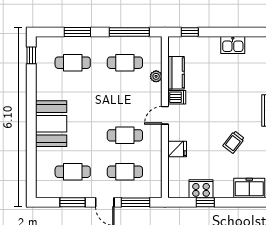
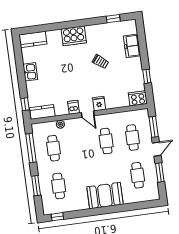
kitchen counter: (176, 73) -> (42, 112), moved
fridge: (177, 149) -> (99, 104), moved
cooker: (201, 189) -> (138, 98), moved, turned 90

